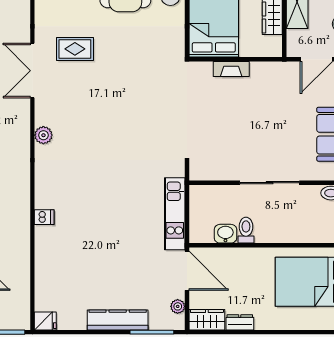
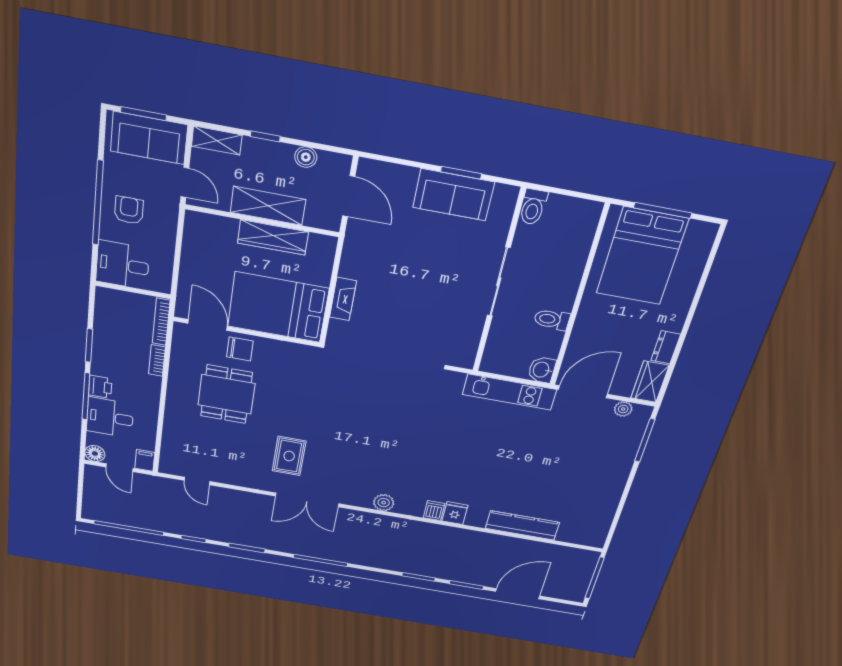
dishwasher: (44, 217) -> (434, 511), moved
washbasin: (225, 234) -> (542, 370), moved
kitchen counter: (118, 320) -> (522, 525), moved, turned 90
fridge: (45, 321) -> (455, 513), moved

